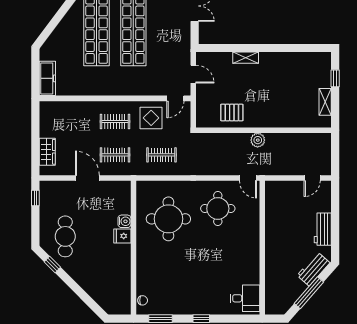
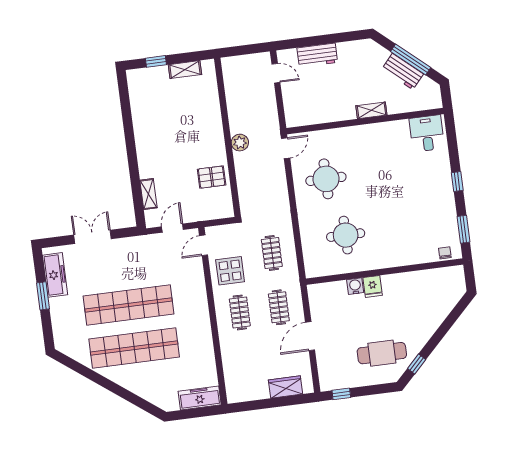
shelving: (246, 58) -> (148, 194), moved
door: (175, 98) -> (204, 245), swing flipped
pallet: (232, 113) -> (212, 177), turned 90
round table: (168, 219) -> (346, 235), width x0.73, depth x0.73
workbench: (323, 229) -> (317, 55), moved
shelving: (270, 254) -> (371, 110), added
workbench: (313, 269) -> (403, 71), moved

